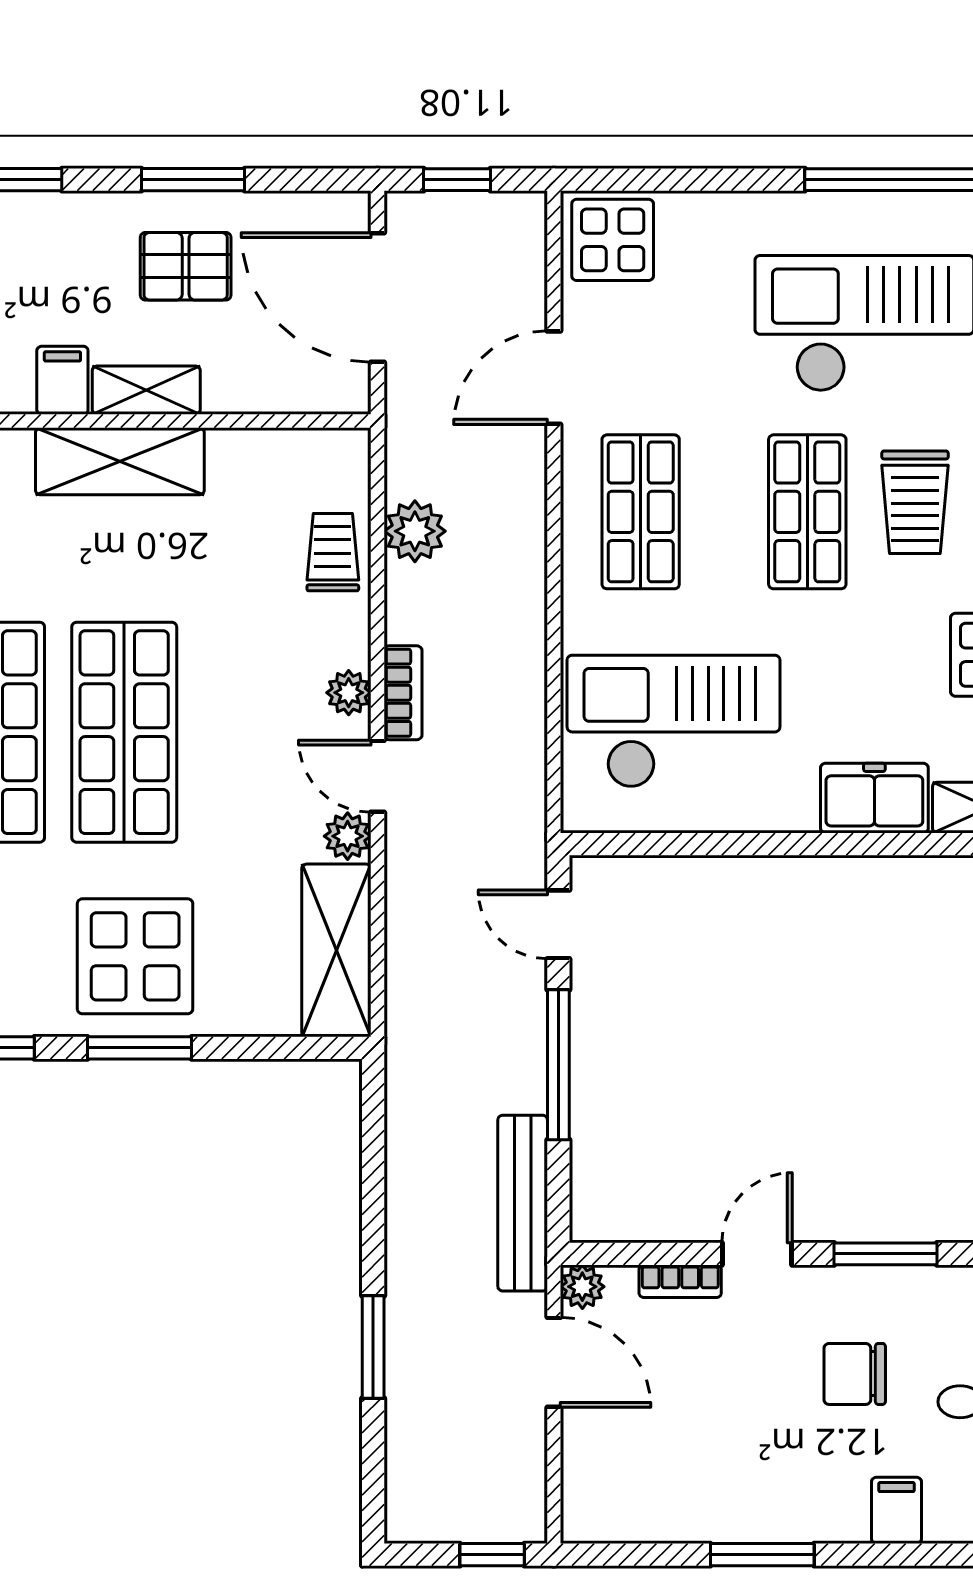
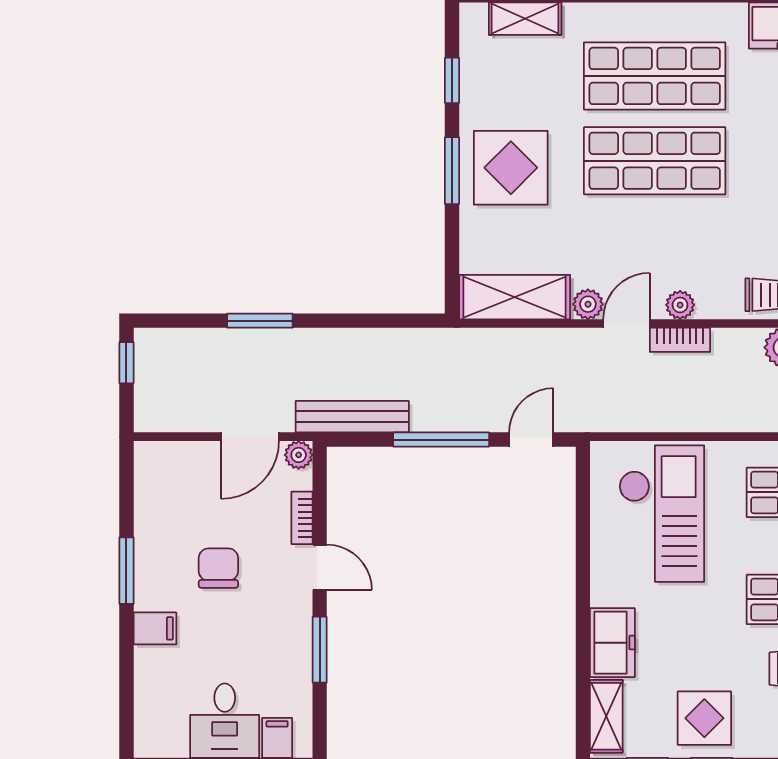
chair: (855, 1374) -> (218, 568), moved
filing cabinet: (896, 1510) -> (155, 628), moved
window: (492, 1555) -> (126, 363), moved

